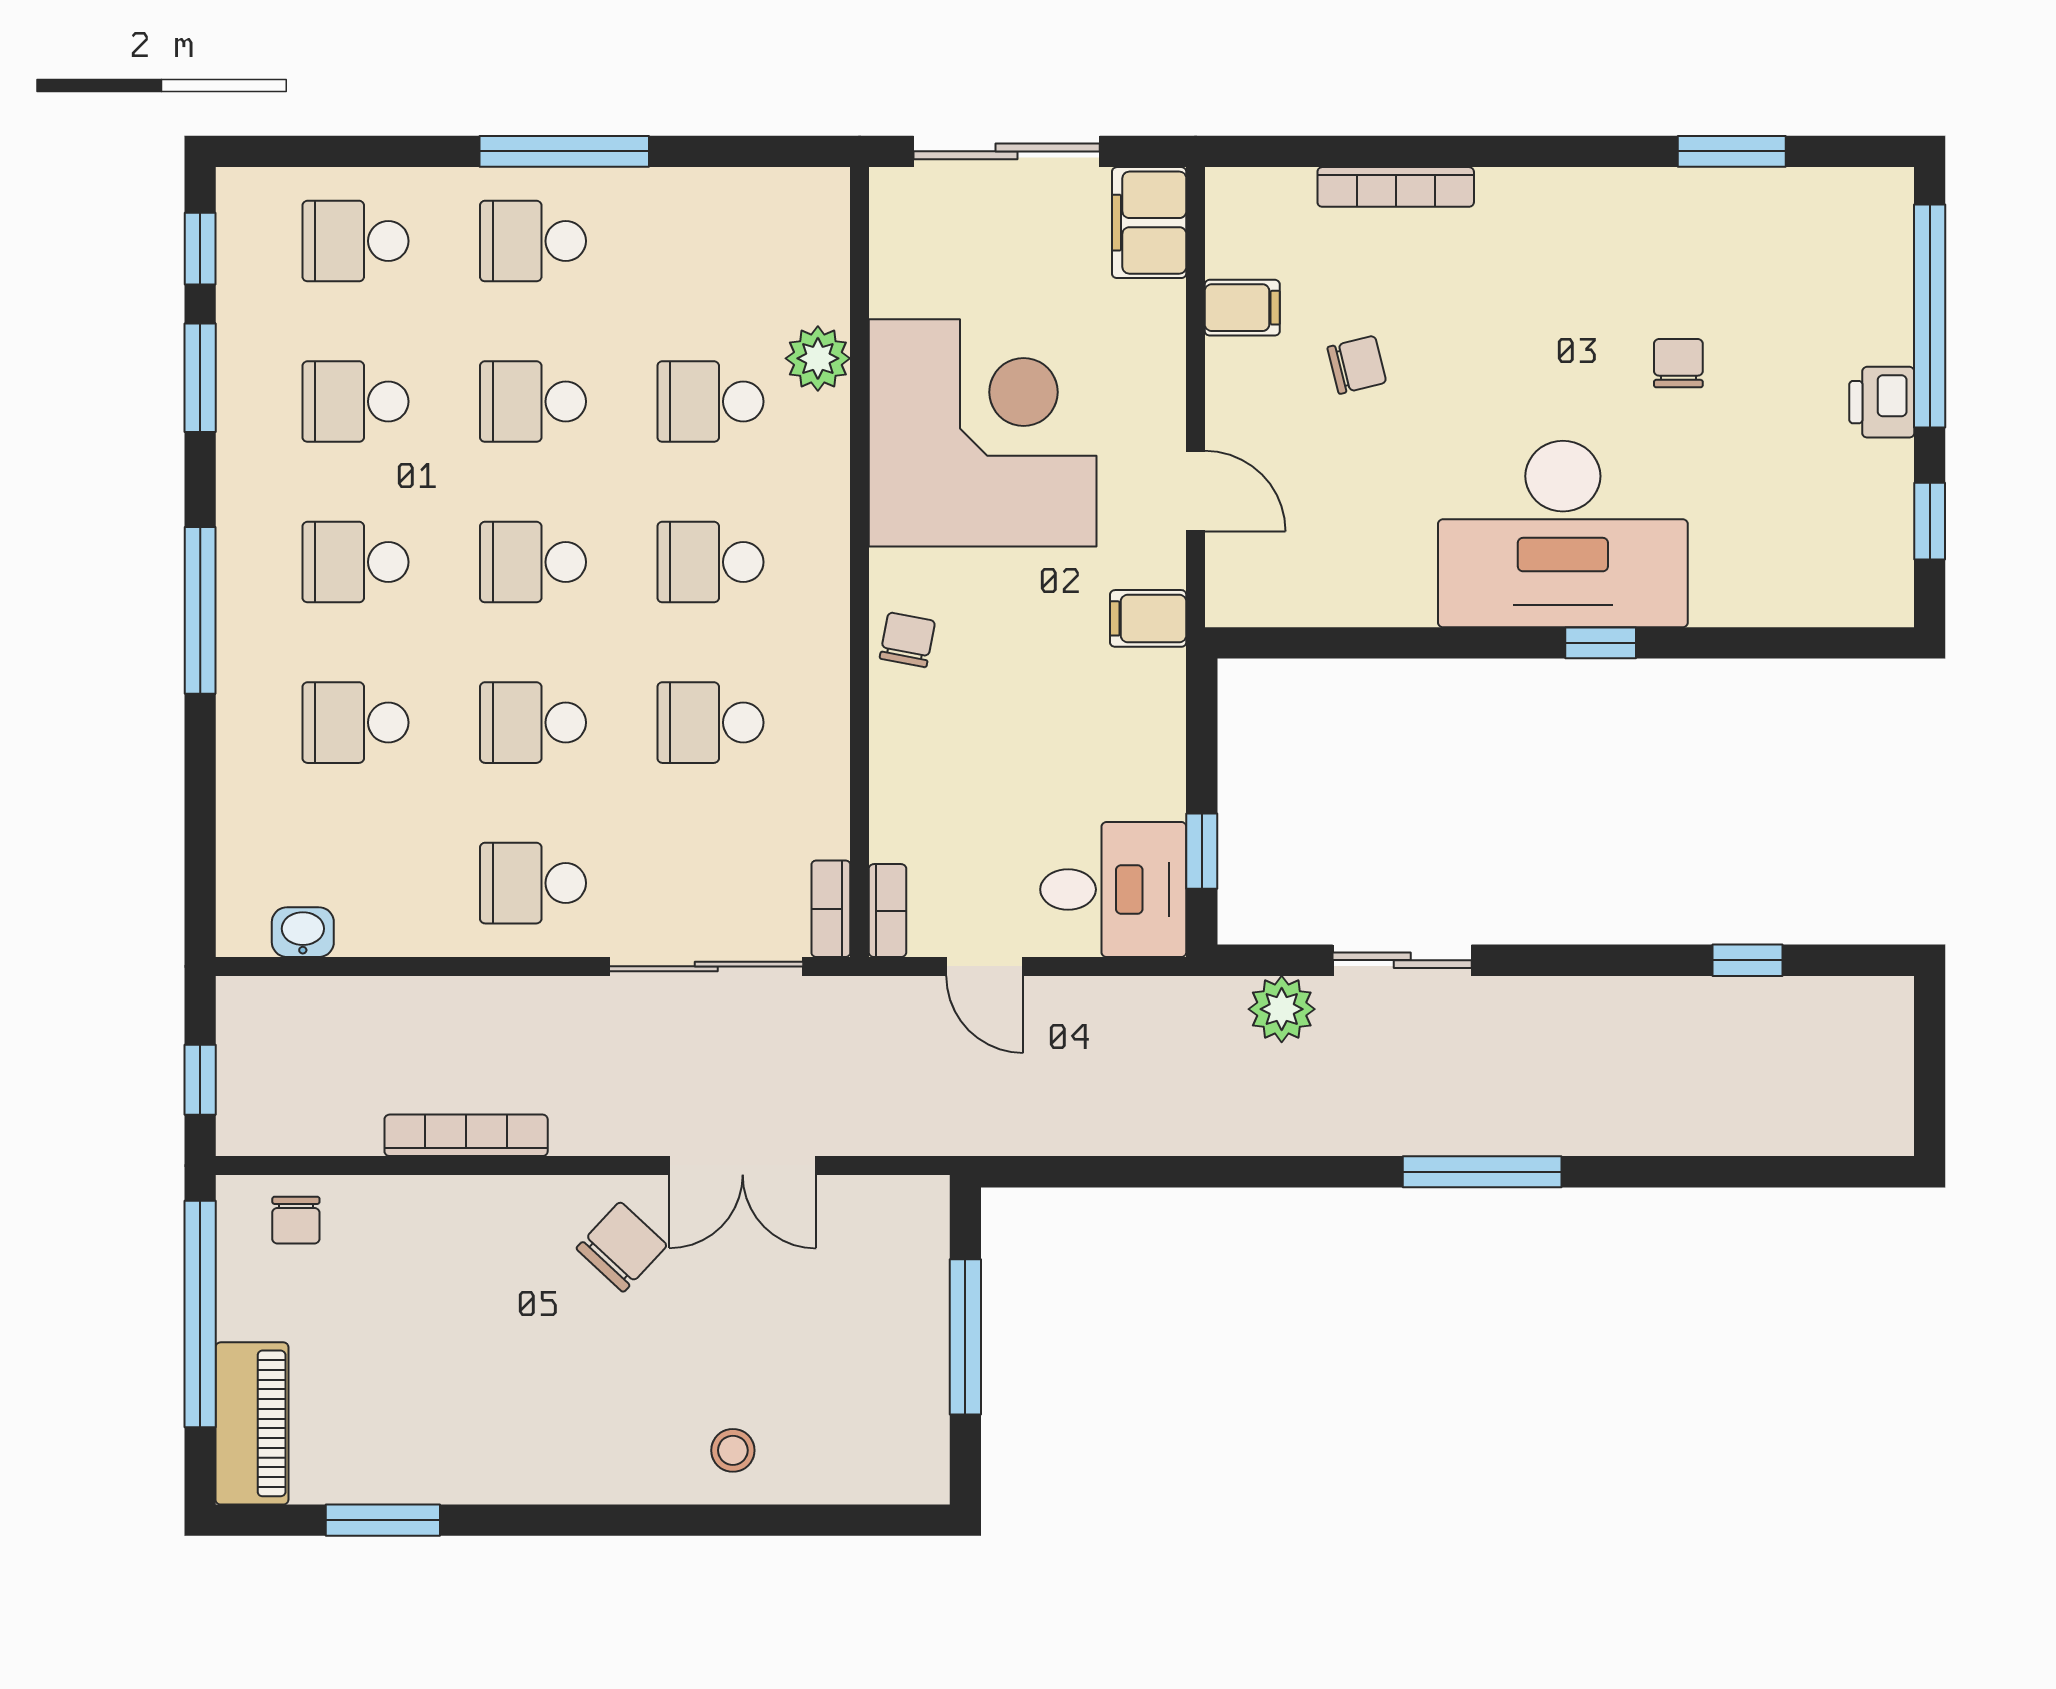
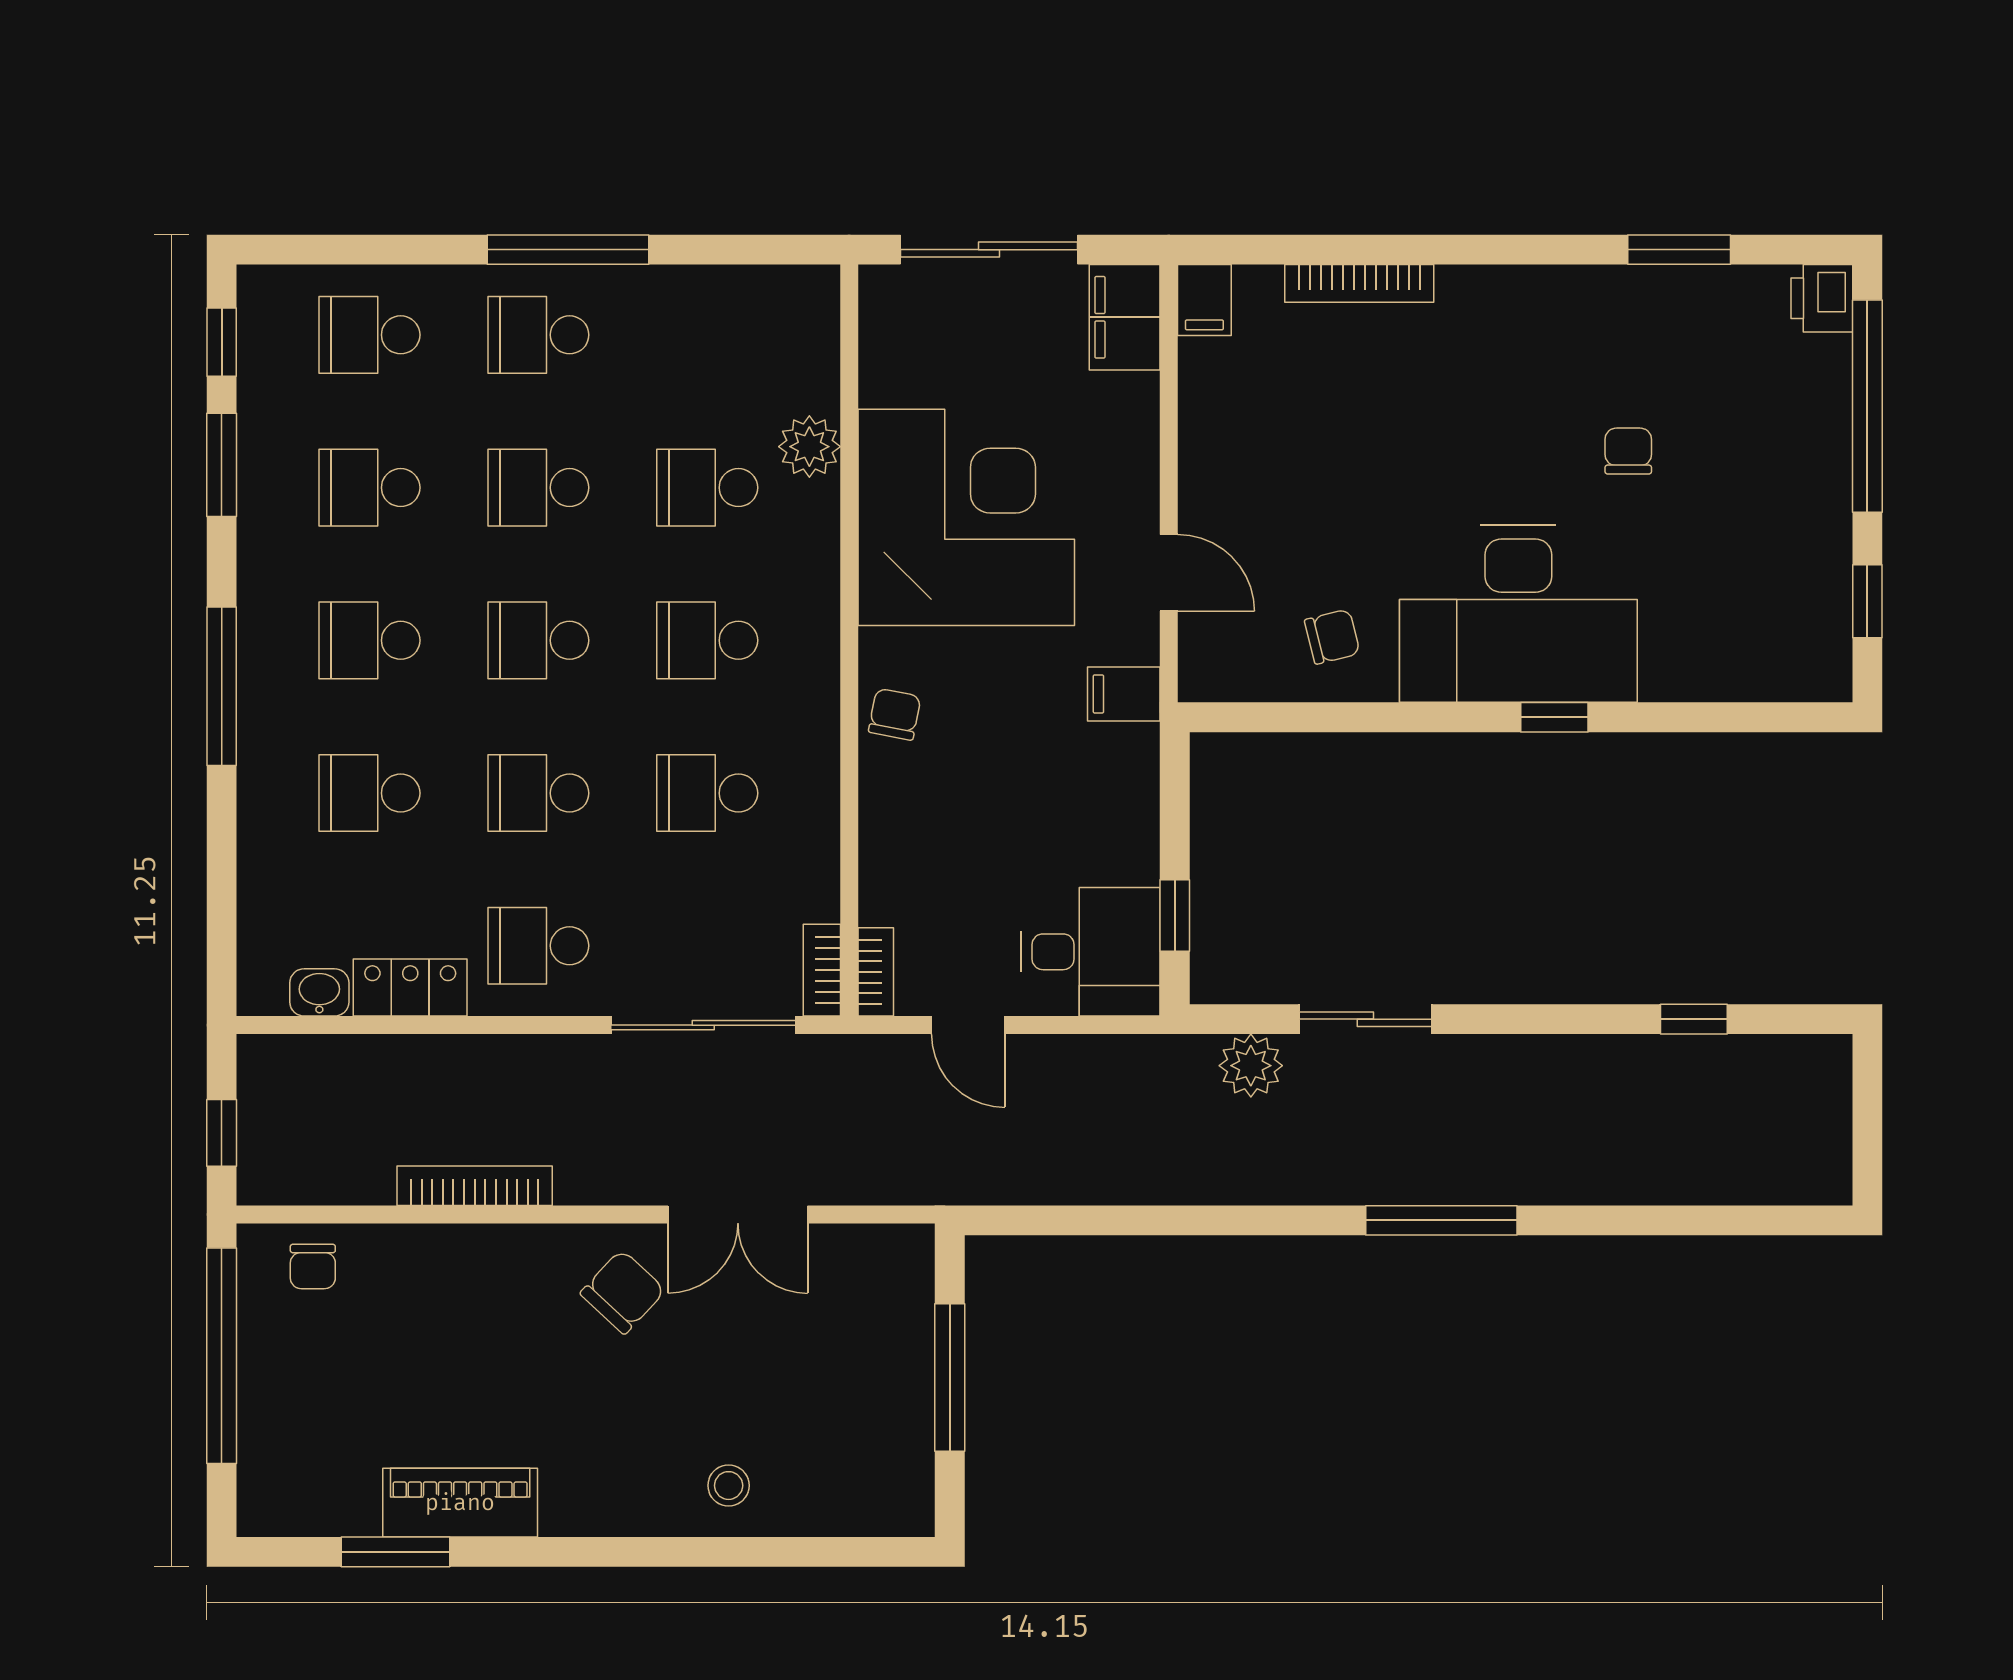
filing cabinet: (1242, 308) -> (1204, 300), moved, turned 90
chair: (1357, 365) -> (1332, 637), moved
printer: (1882, 402) -> (1822, 298), moved
locker: (398, 927) -> (410, 988), added
piano: (252, 1423) -> (460, 1503), moved, turned -90

